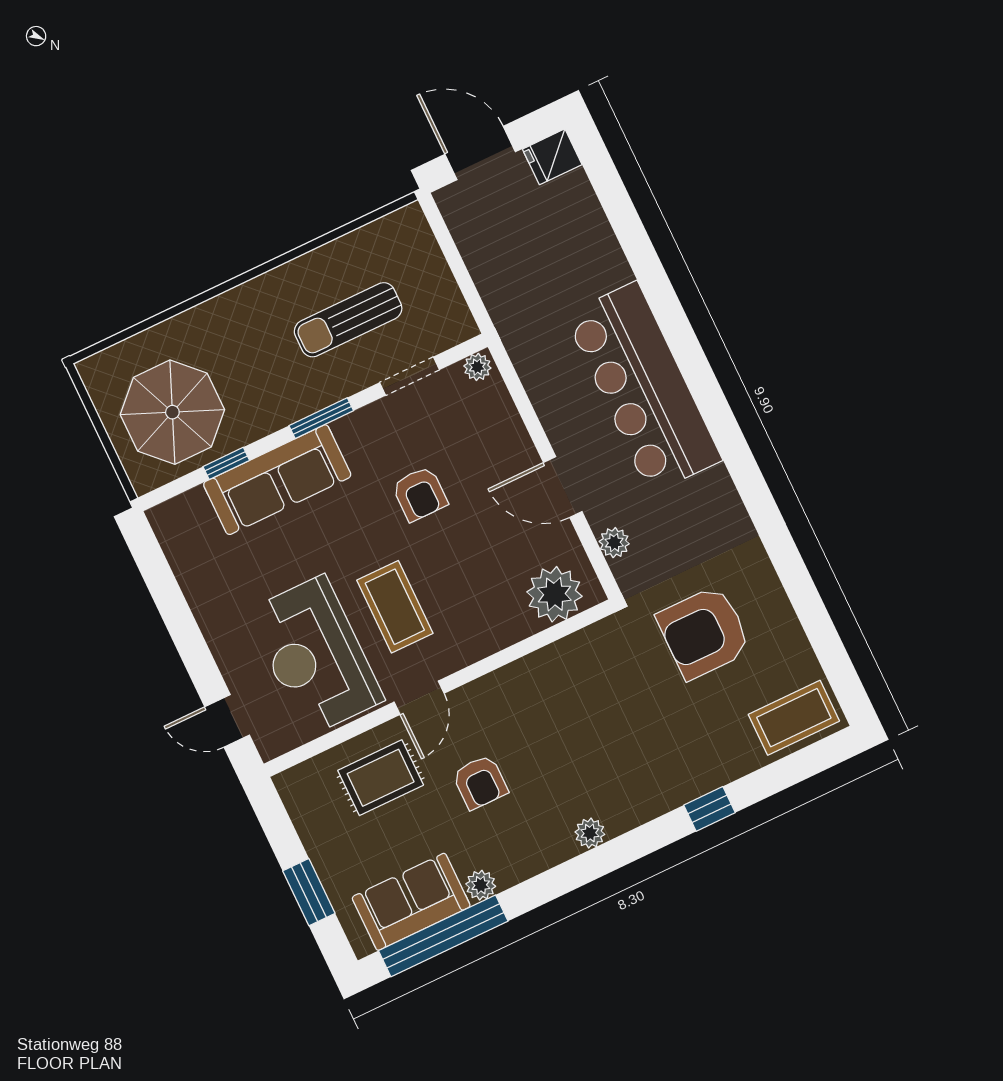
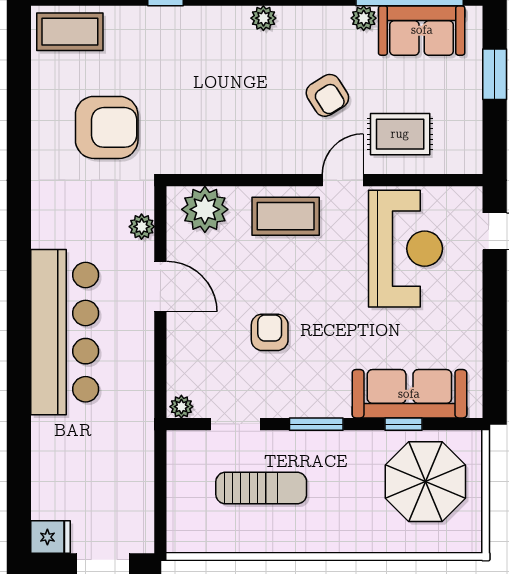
sofa: (277, 480) -> (409, 394), moved
coffee table: (395, 607) -> (286, 216), moved, turned 90
armchair: (480, 782) -> (327, 95), turned 148

